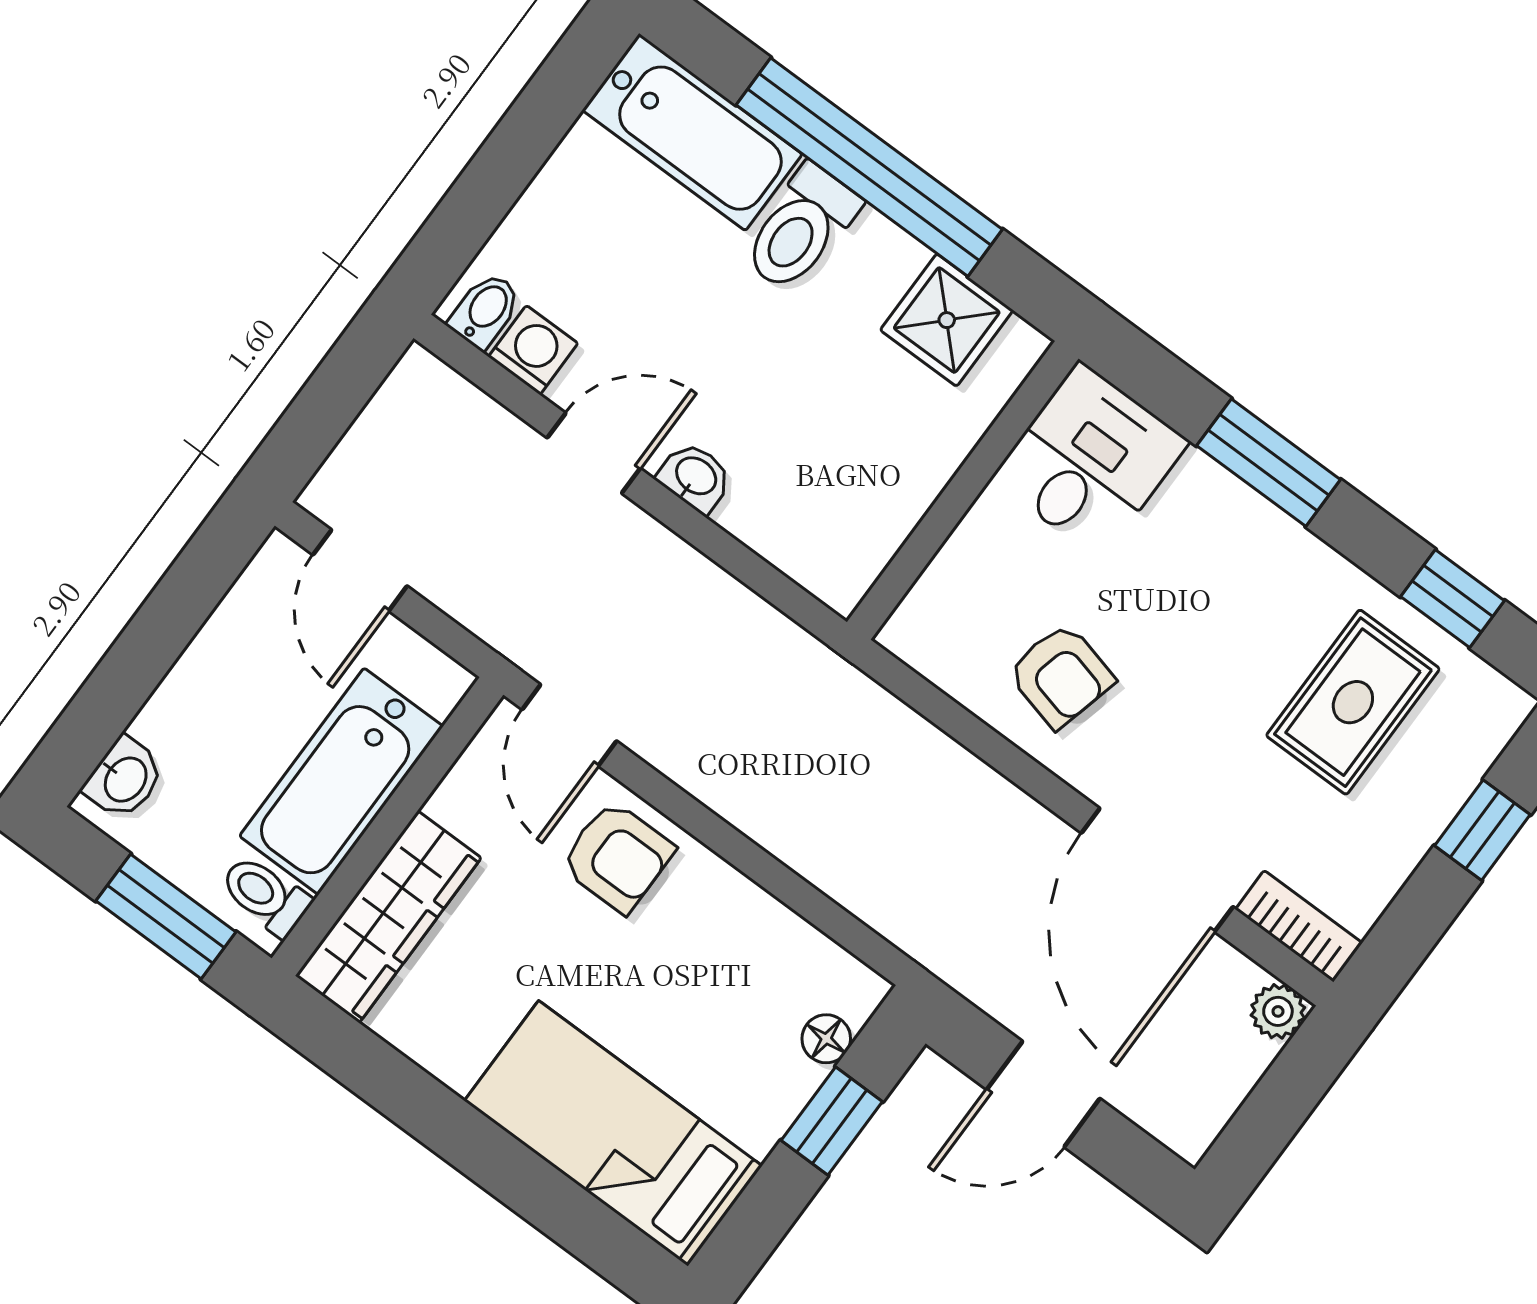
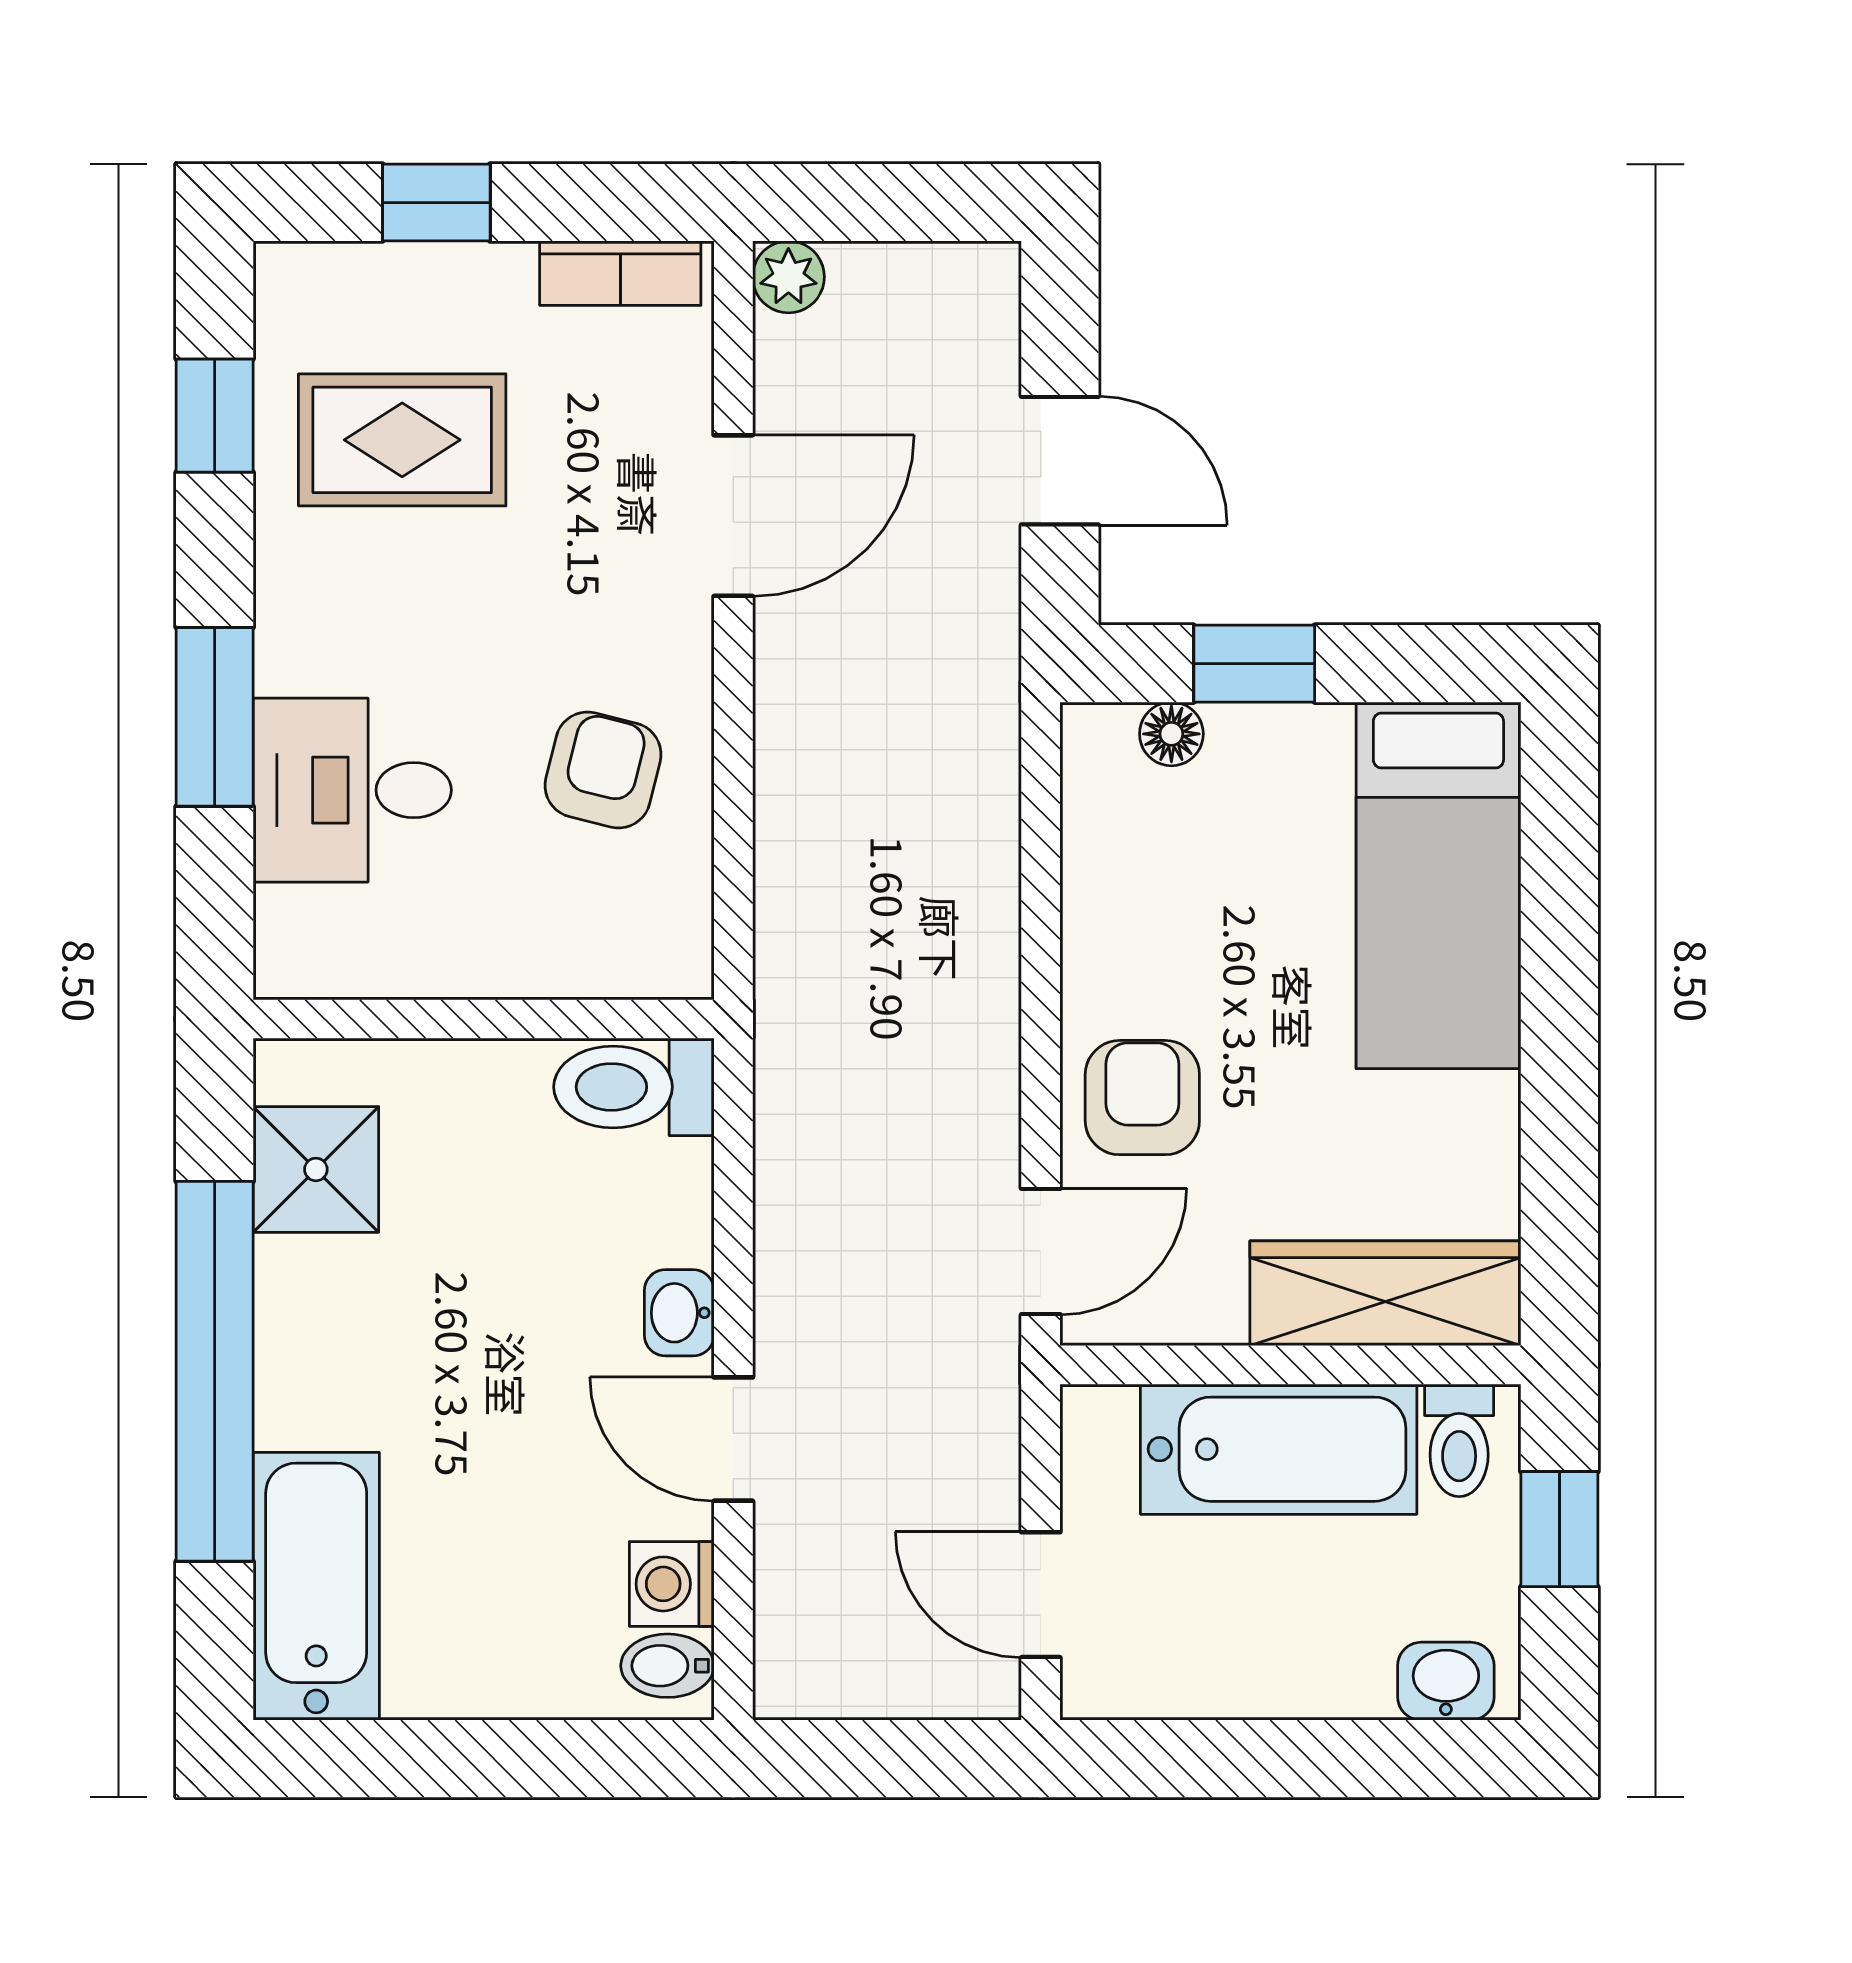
toilet: (801, 228) -> (634, 1087), moved, turned 180
desk: (1090, 460) -> (352, 790), moved
door: (360, 570) -> (1041, 1595), swing flipped
door: (1157, 870) -> (733, 516), width x0.73
window: (166, 916) -> (1559, 1529), width x0.67
bookcase: (1299, 926) -> (620, 273), moved, turned -90

